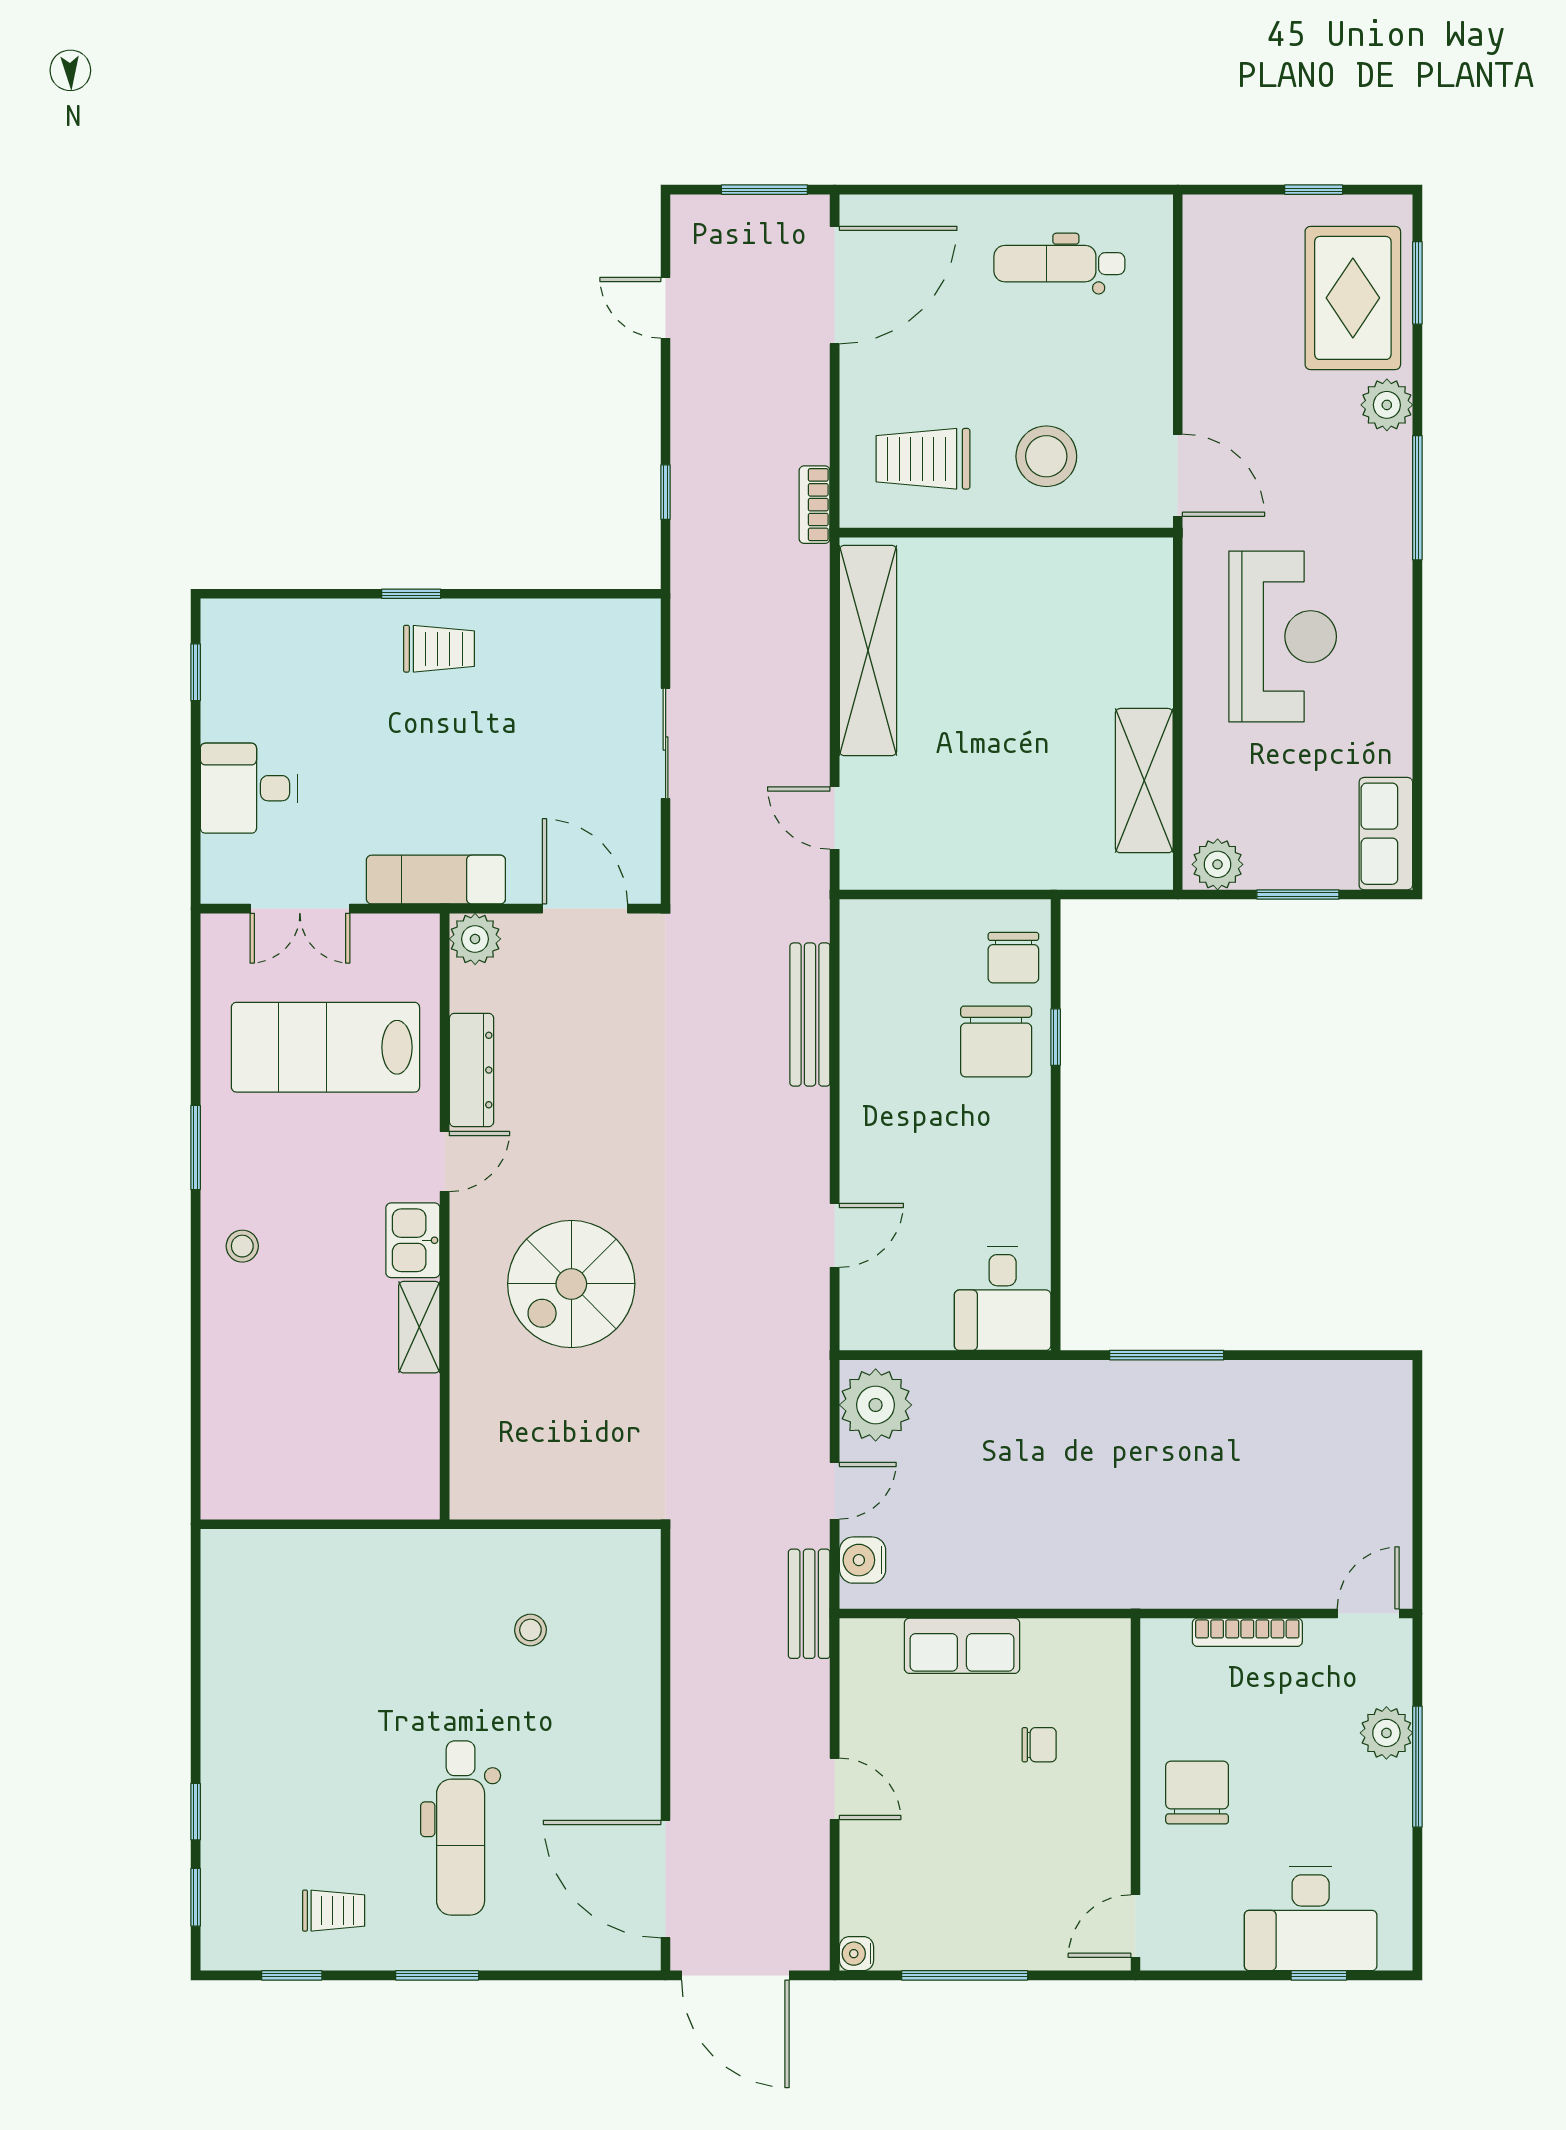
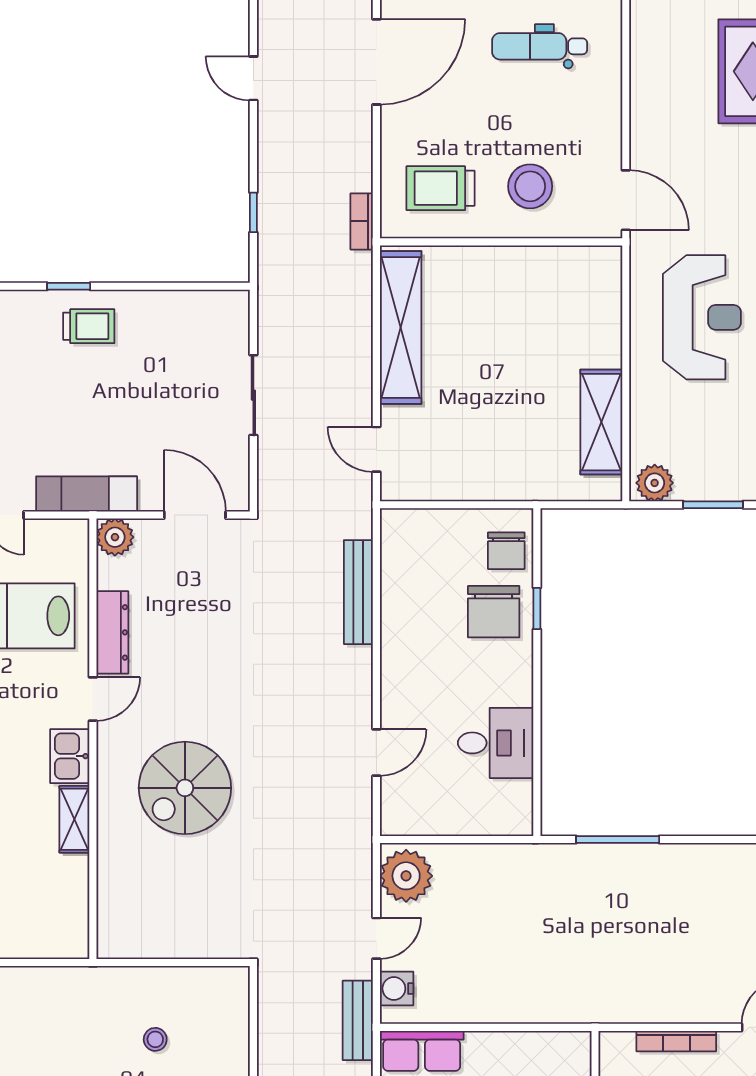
desk: (1003, 1298) -> (496, 743), moved, turned -90
row of seats: (962, 1646) -> (422, 1051), moved

